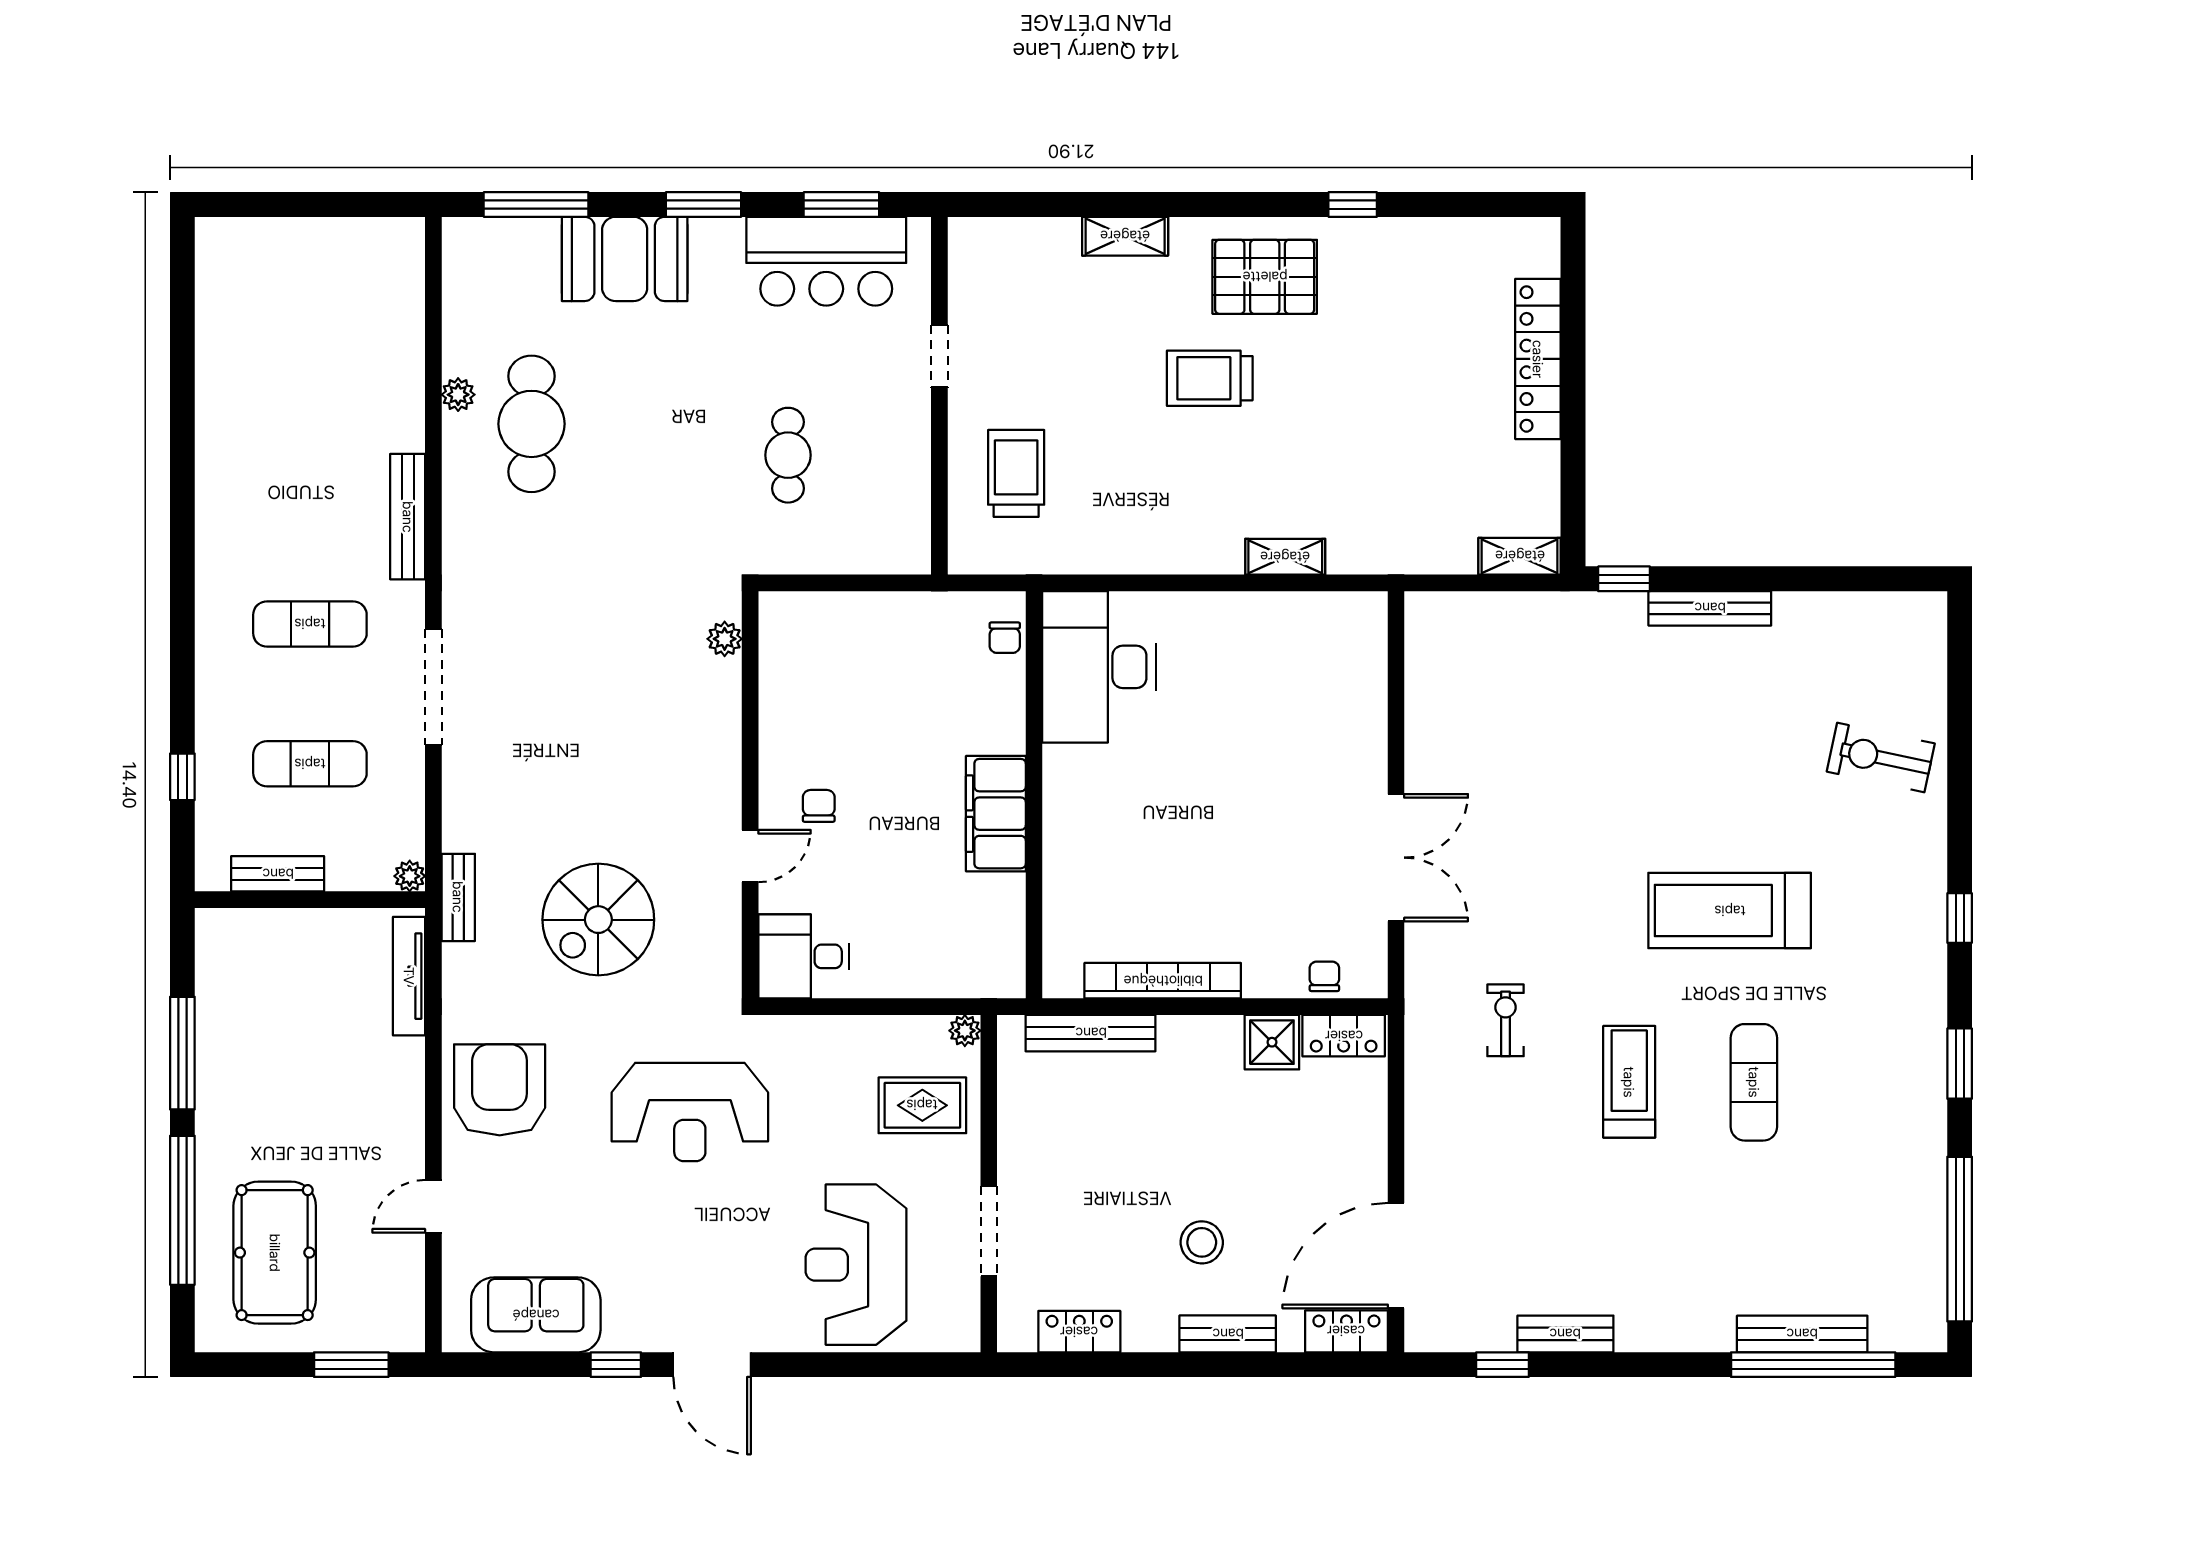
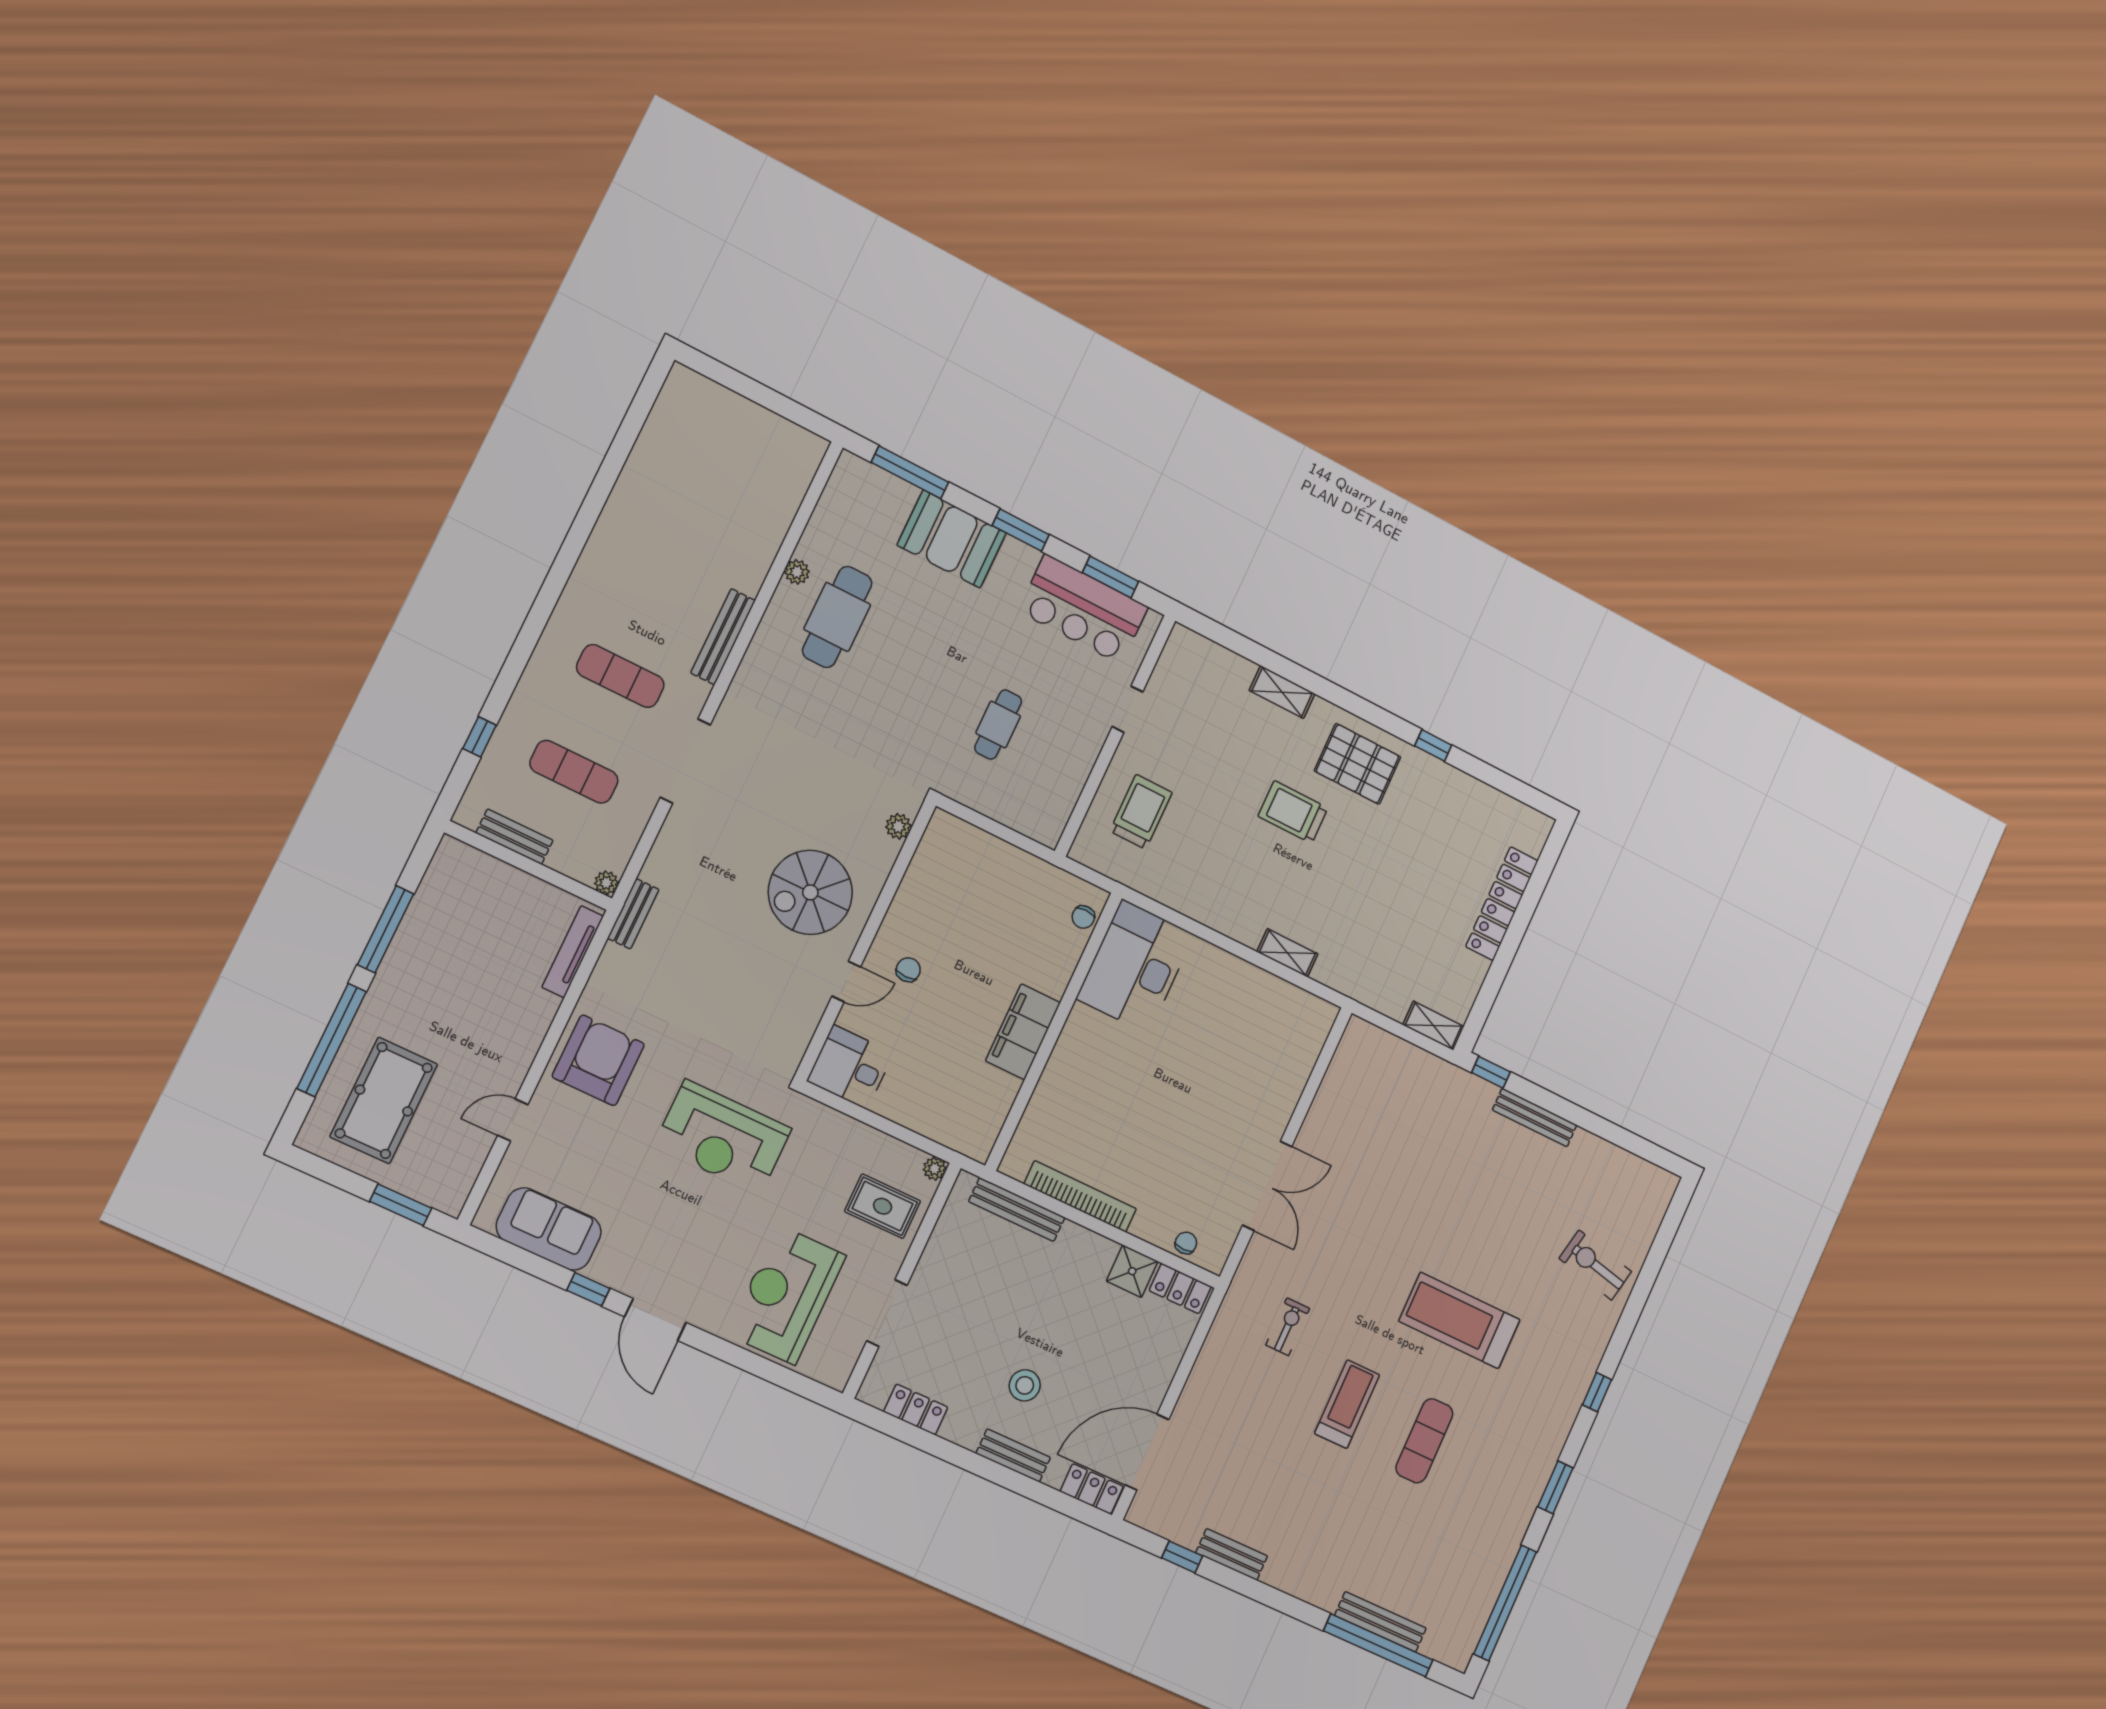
spiral stairs: (598, 920) -> (810, 892), moved

